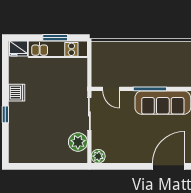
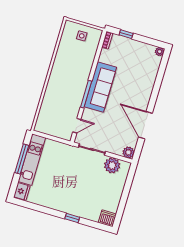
window: (55, 38) -> (22, 159), width x1.44
dishwasher: (17, 93) -> (107, 218), moved
door: (168, 166) -> (145, 125), moved

